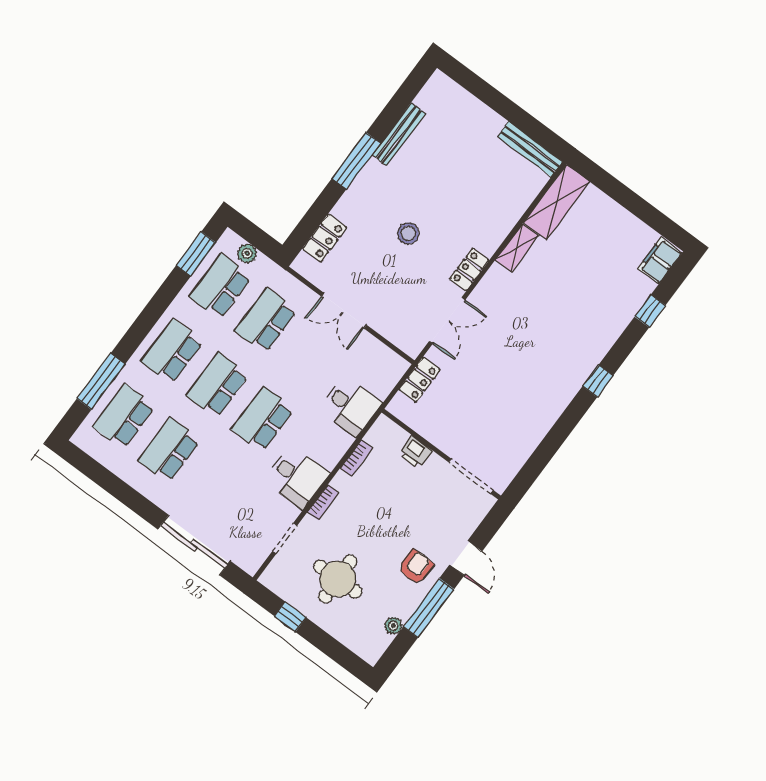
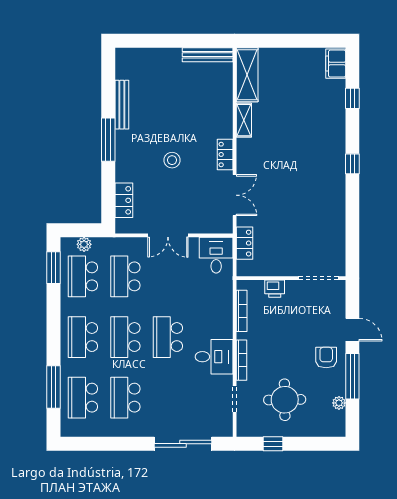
desk: (350, 406) -> (216, 255), moved, turned -90
bookcase: (356, 458) -> (242, 311), width x1.56
bookcase: (323, 502) -> (241, 360), width x1.56

